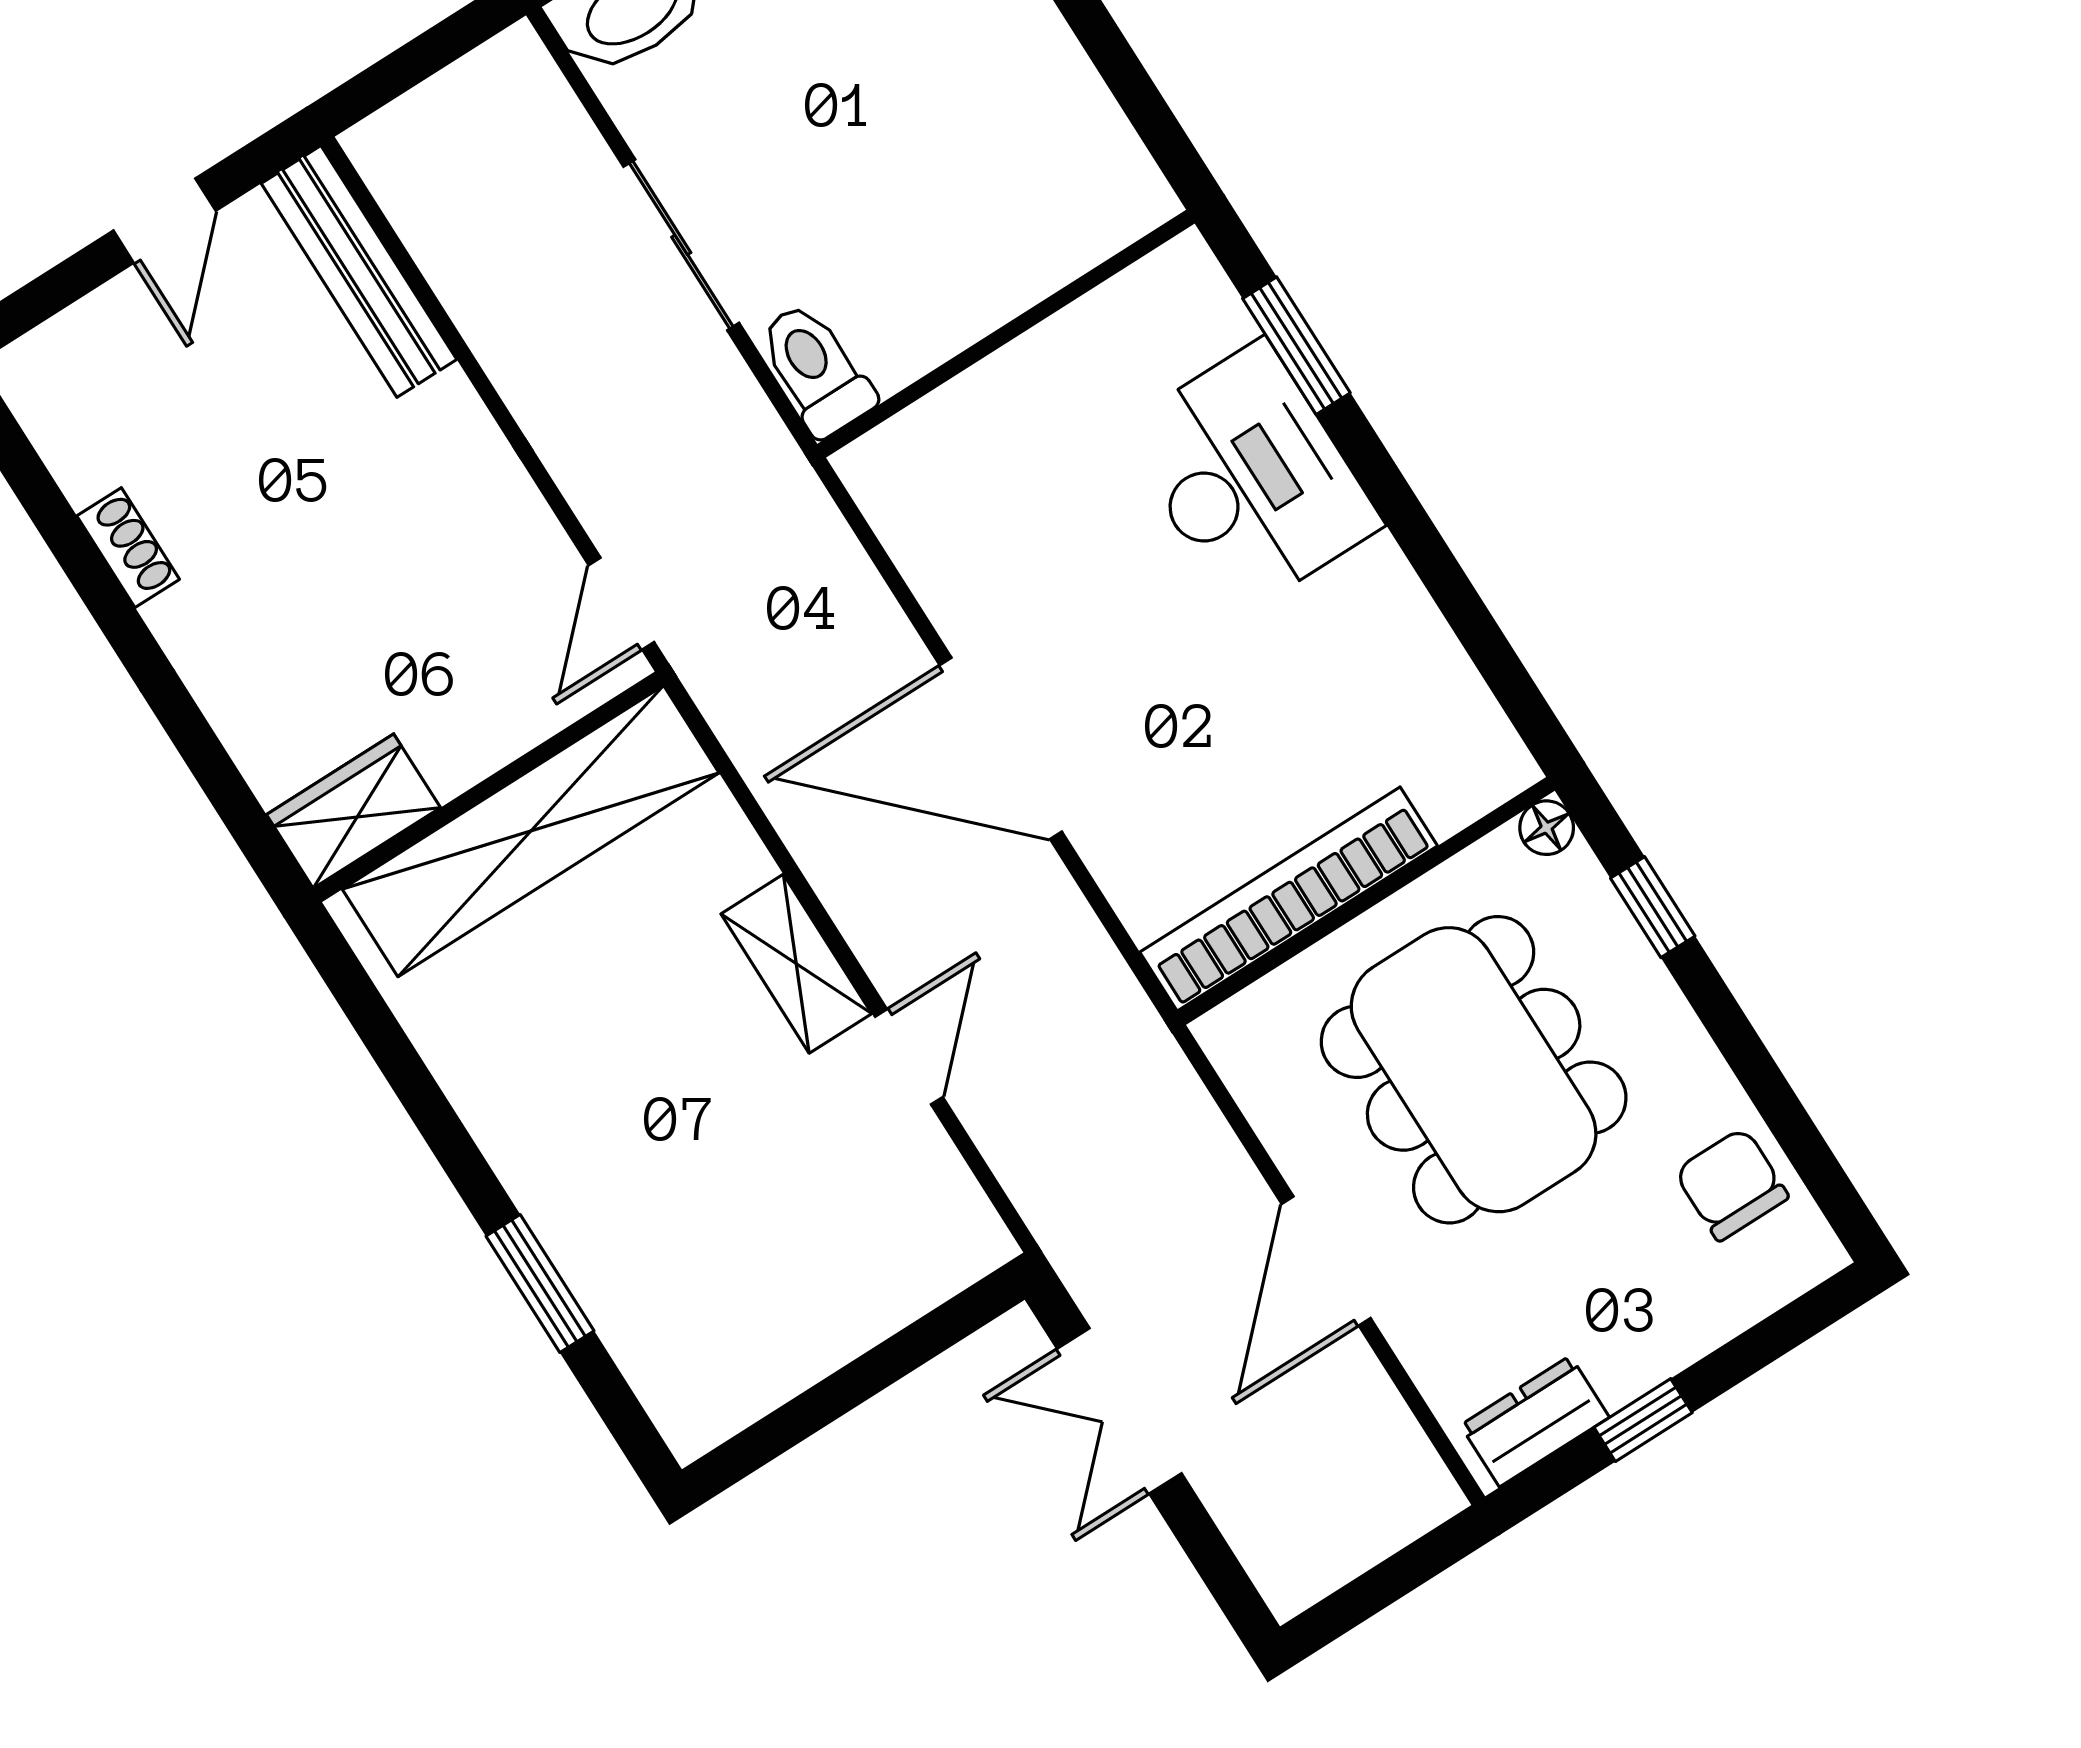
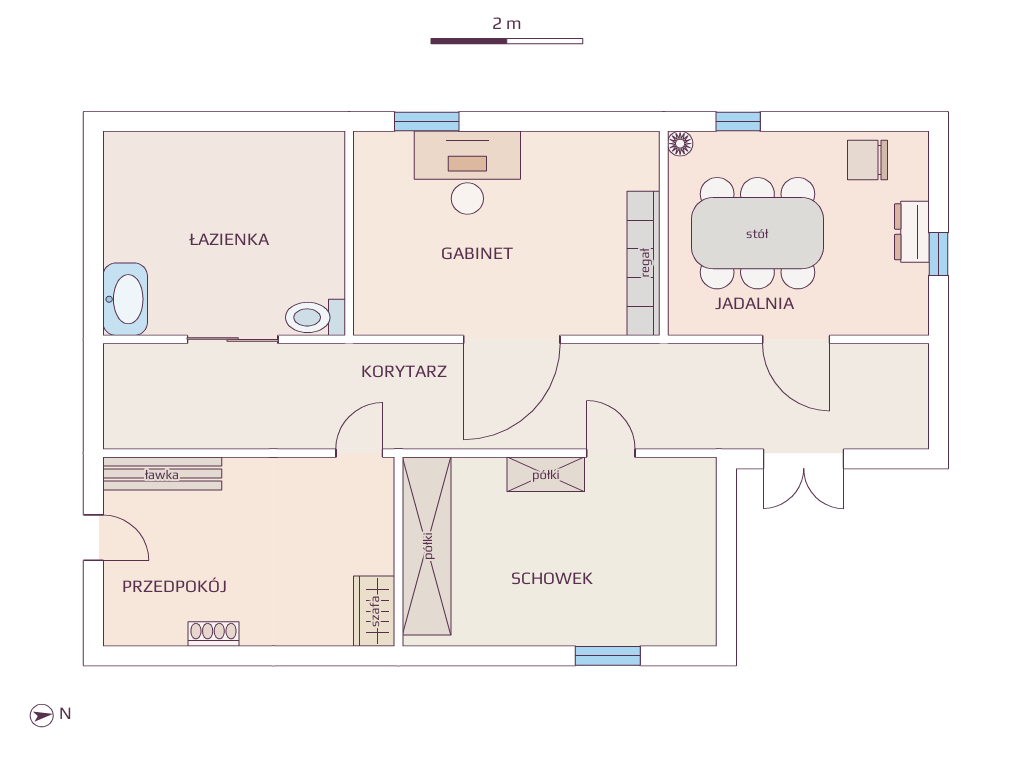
door: (621, 604) -> (359, 453), swing flipped
dresser: (1535, 1421) -> (912, 232), moved

